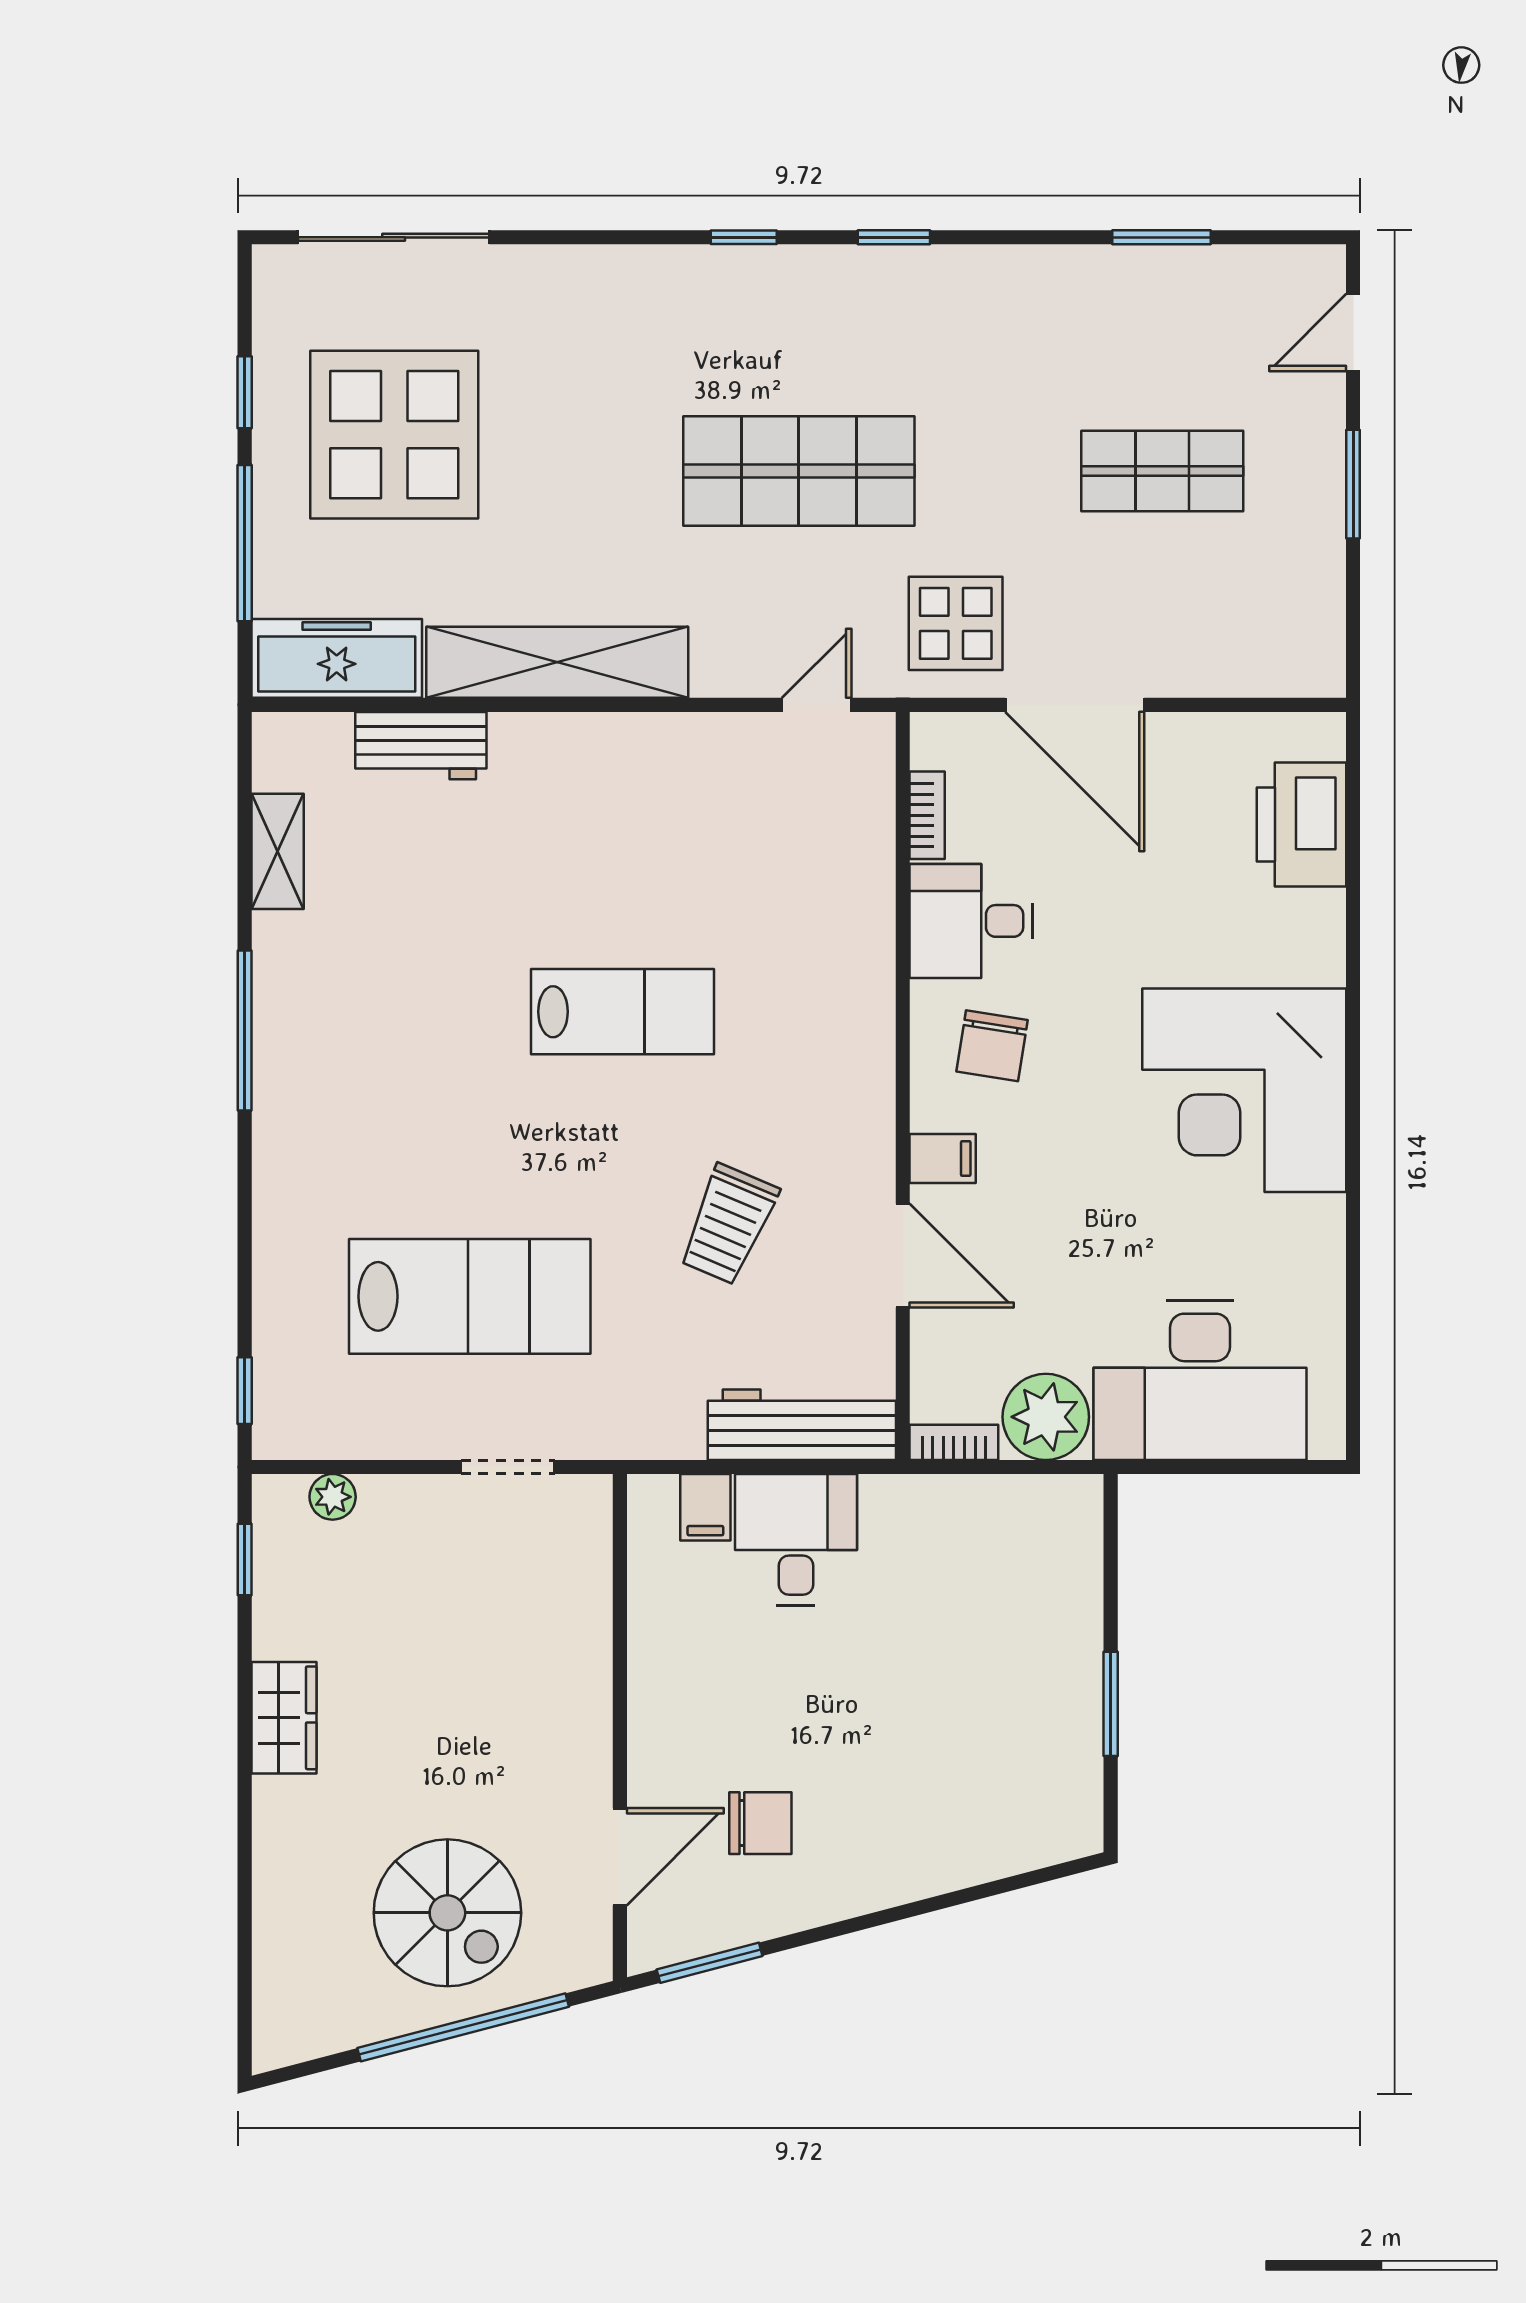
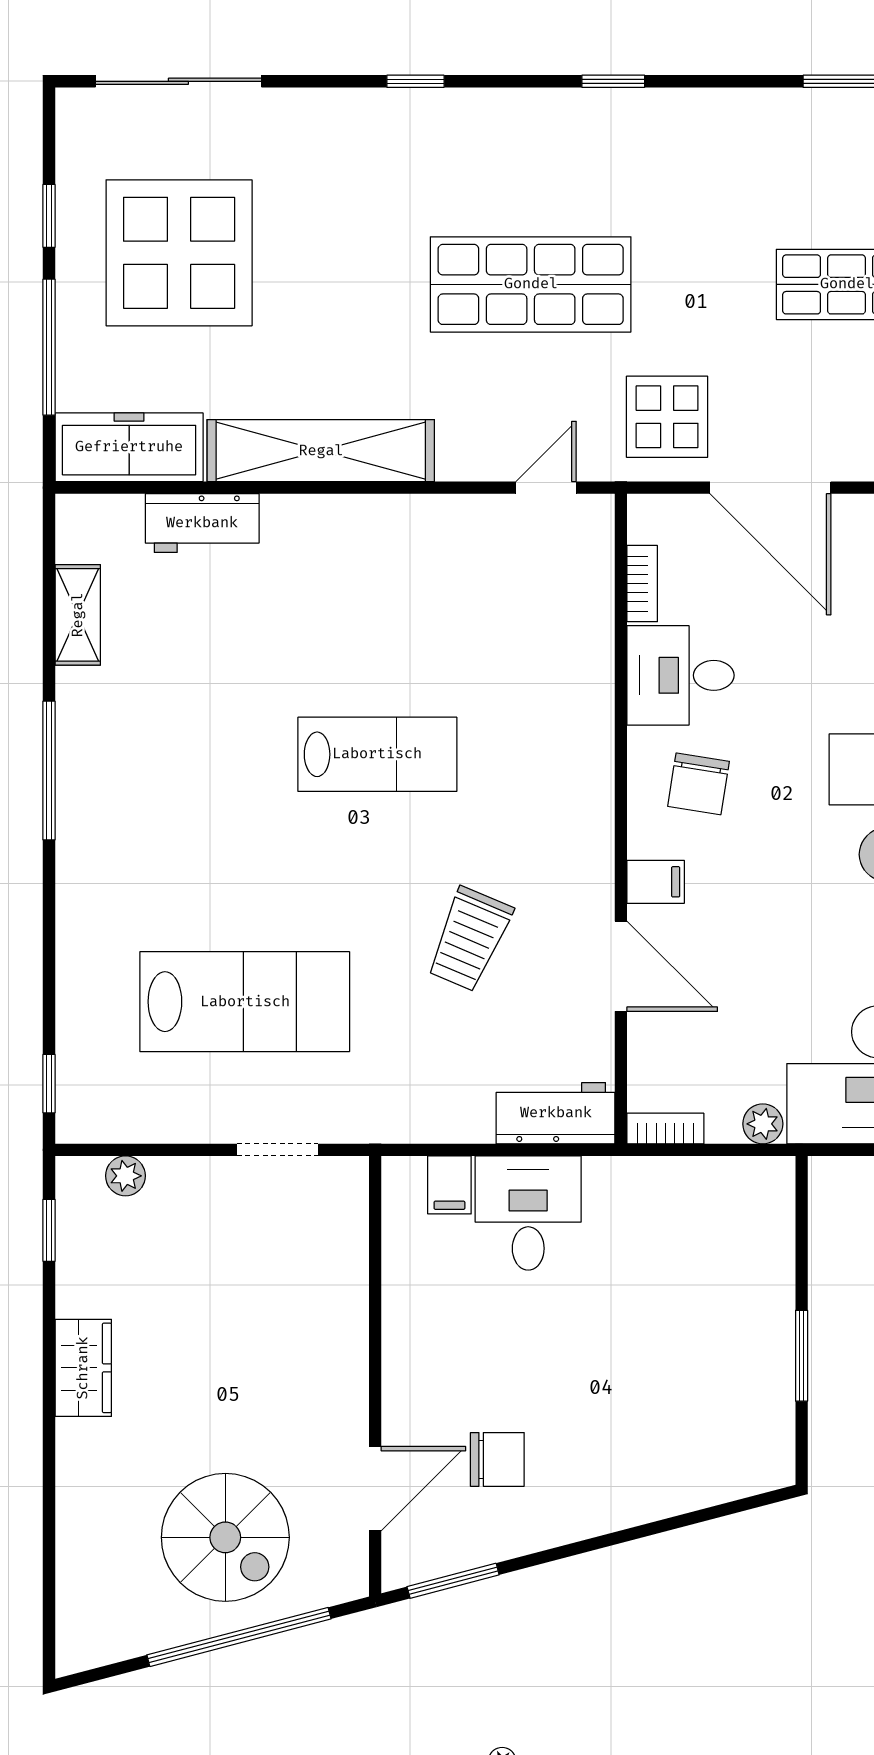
window: (744, 237) -> (415, 81), moved
plant: (1046, 1417) -> (763, 1124), width x0.53, depth x0.53
workbench: (802, 1425) -> (556, 1113), width x0.73

